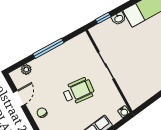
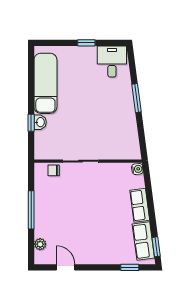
window: (103, 18) -> (31, 123), moved
wheelchair: (78, 91) -> (91, 203), removed
chair: (42, 113) -> (54, 170), moved

